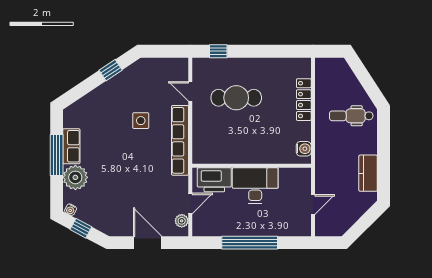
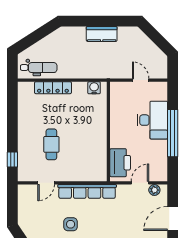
cafe table: (236, 98) -> (51, 144), width x0.73, depth x0.74
dental chair: (351, 116) -> (39, 68), moved, turned -90
kitchen counter: (368, 173) -> (102, 34), moved
desk: (255, 186) -> (152, 120), moved, turned 180
door: (190, 203) -> (140, 183), hinge flipped

